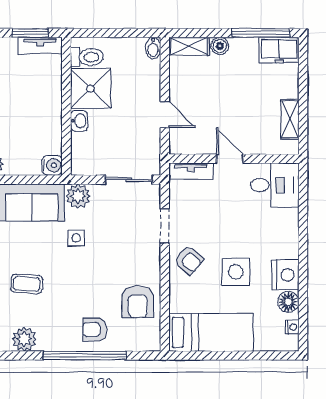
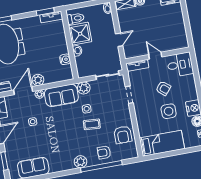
door: (165, 114) -> (119, 40), hinge flipped
shelving: (290, 119) -> (181, 31), removed
water cooler: (52, 165) -> (65, 59), moved
armchair: (189, 260) -> (163, 88), moved
coffee table: (27, 284) -> (92, 124), moved
plant: (24, 339) -> (81, 162), moved

